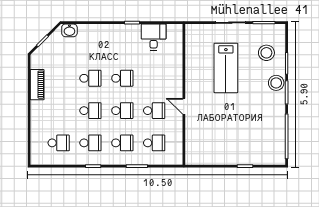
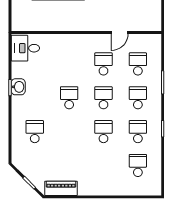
washbasin: (69, 30) -> (18, 87), moved
desk: (154, 37) -> (25, 48), moved
school desk: (90, 78) -> (35, 132), moved
piano: (37, 85) -> (61, 188), moved
door: (184, 106) -> (120, 32), moved

